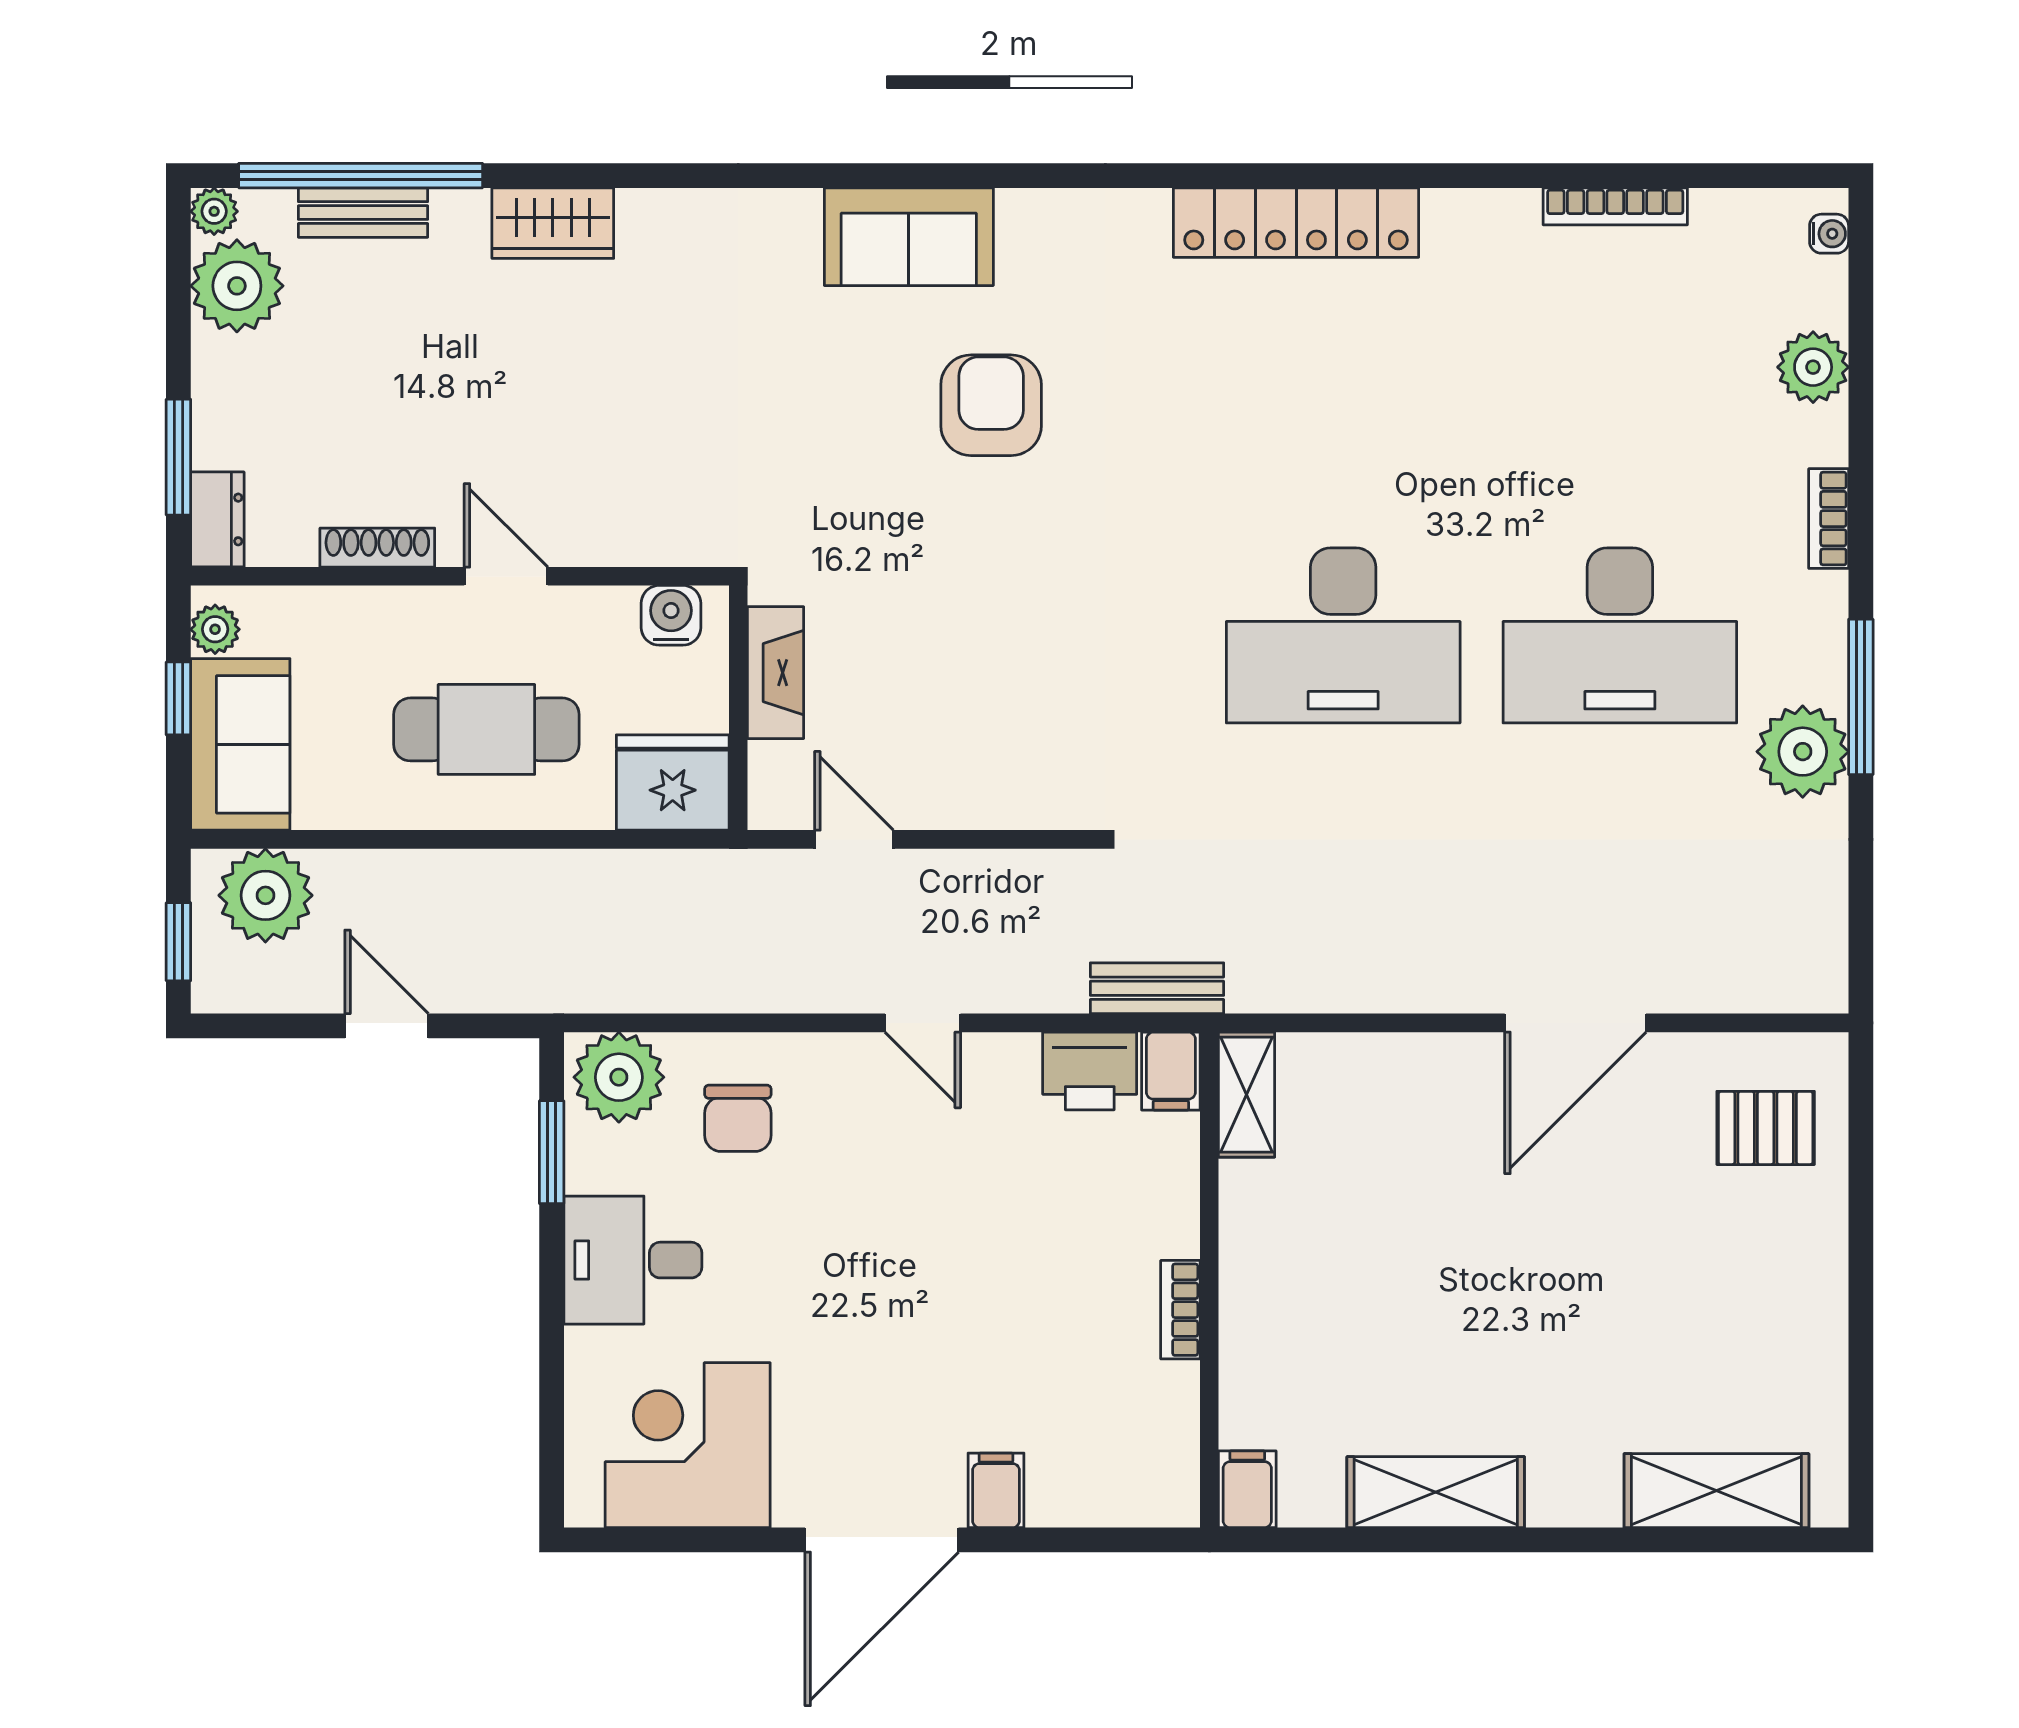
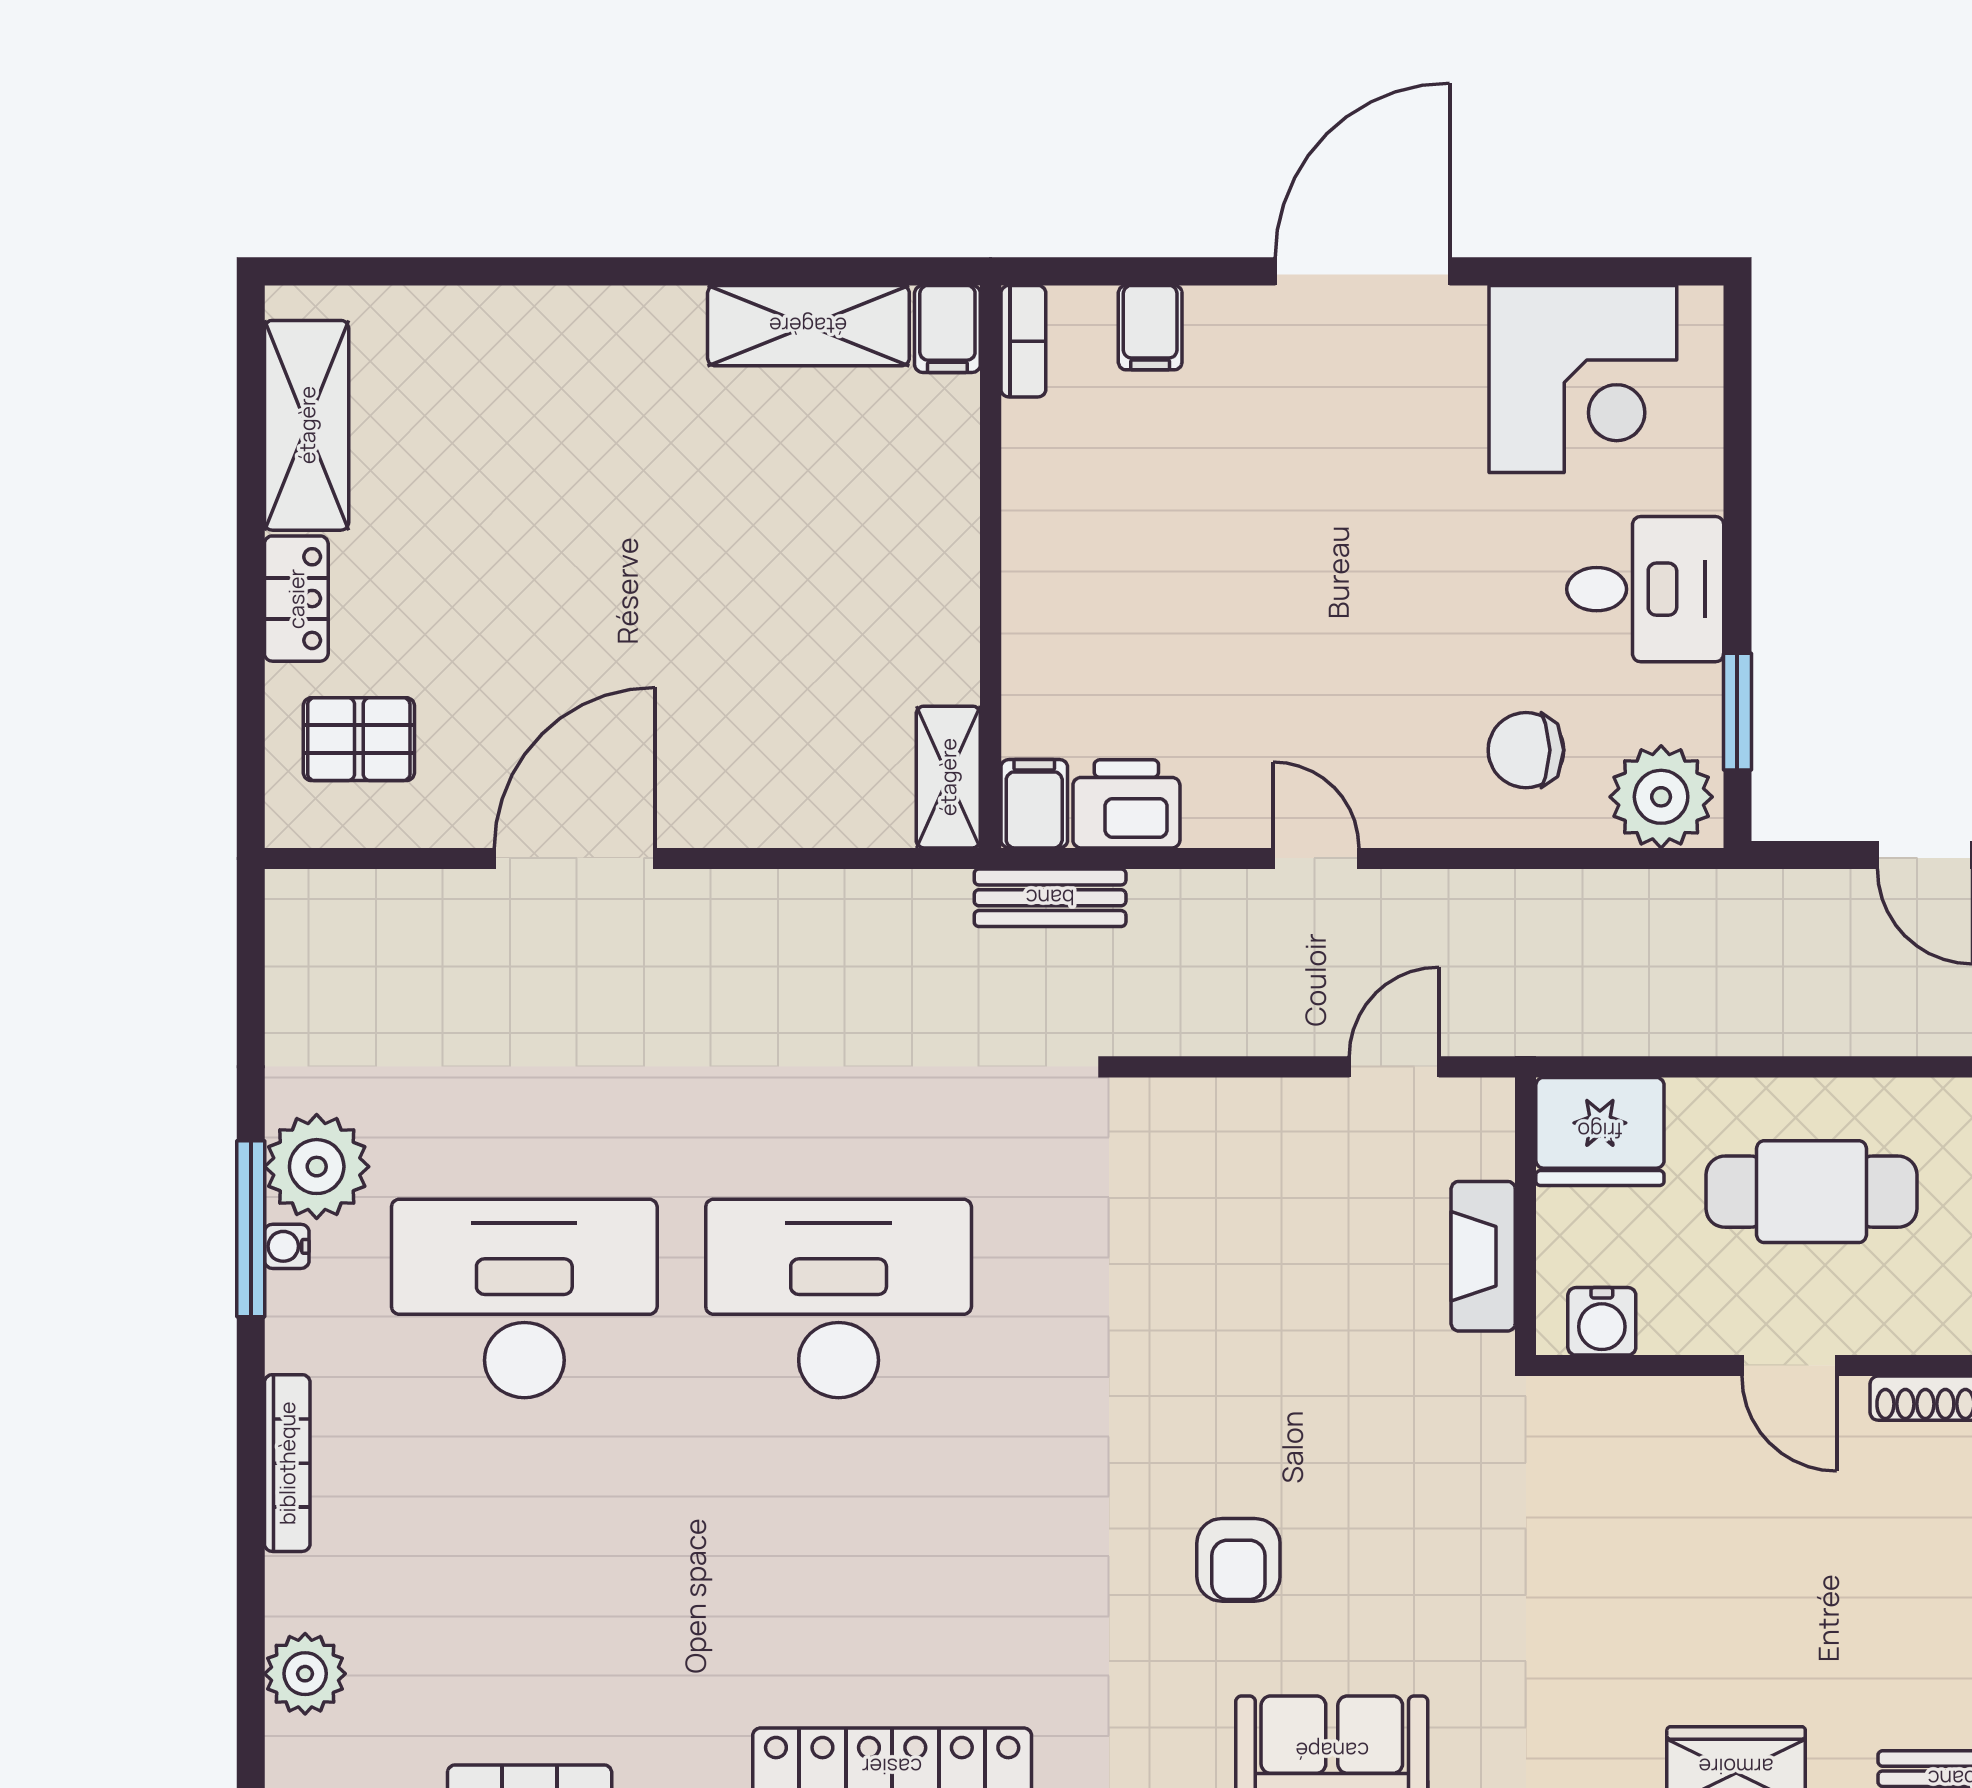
water cooler: (1829, 234) -> (287, 1246), moved
plant: (1813, 367) -> (305, 1674), moved
armchair: (991, 405) -> (1238, 1560), width x0.72, depth x0.72
bookcase: (1829, 519) -> (287, 1463), width x1.56
door: (854, 839) -> (1394, 1067), swing flipped
chair: (738, 1118) -> (1526, 750), turned -90
locker: (1821, 1252) -> (296, 599), added
bookcase: (1180, 1310) -> (1023, 341), moved
filing cabinet: (996, 1490) -> (1150, 328), moved
shelving: (1716, 1491) -> (307, 425), moved, turned 90
shelving: (1436, 1492) -> (808, 326), moved

